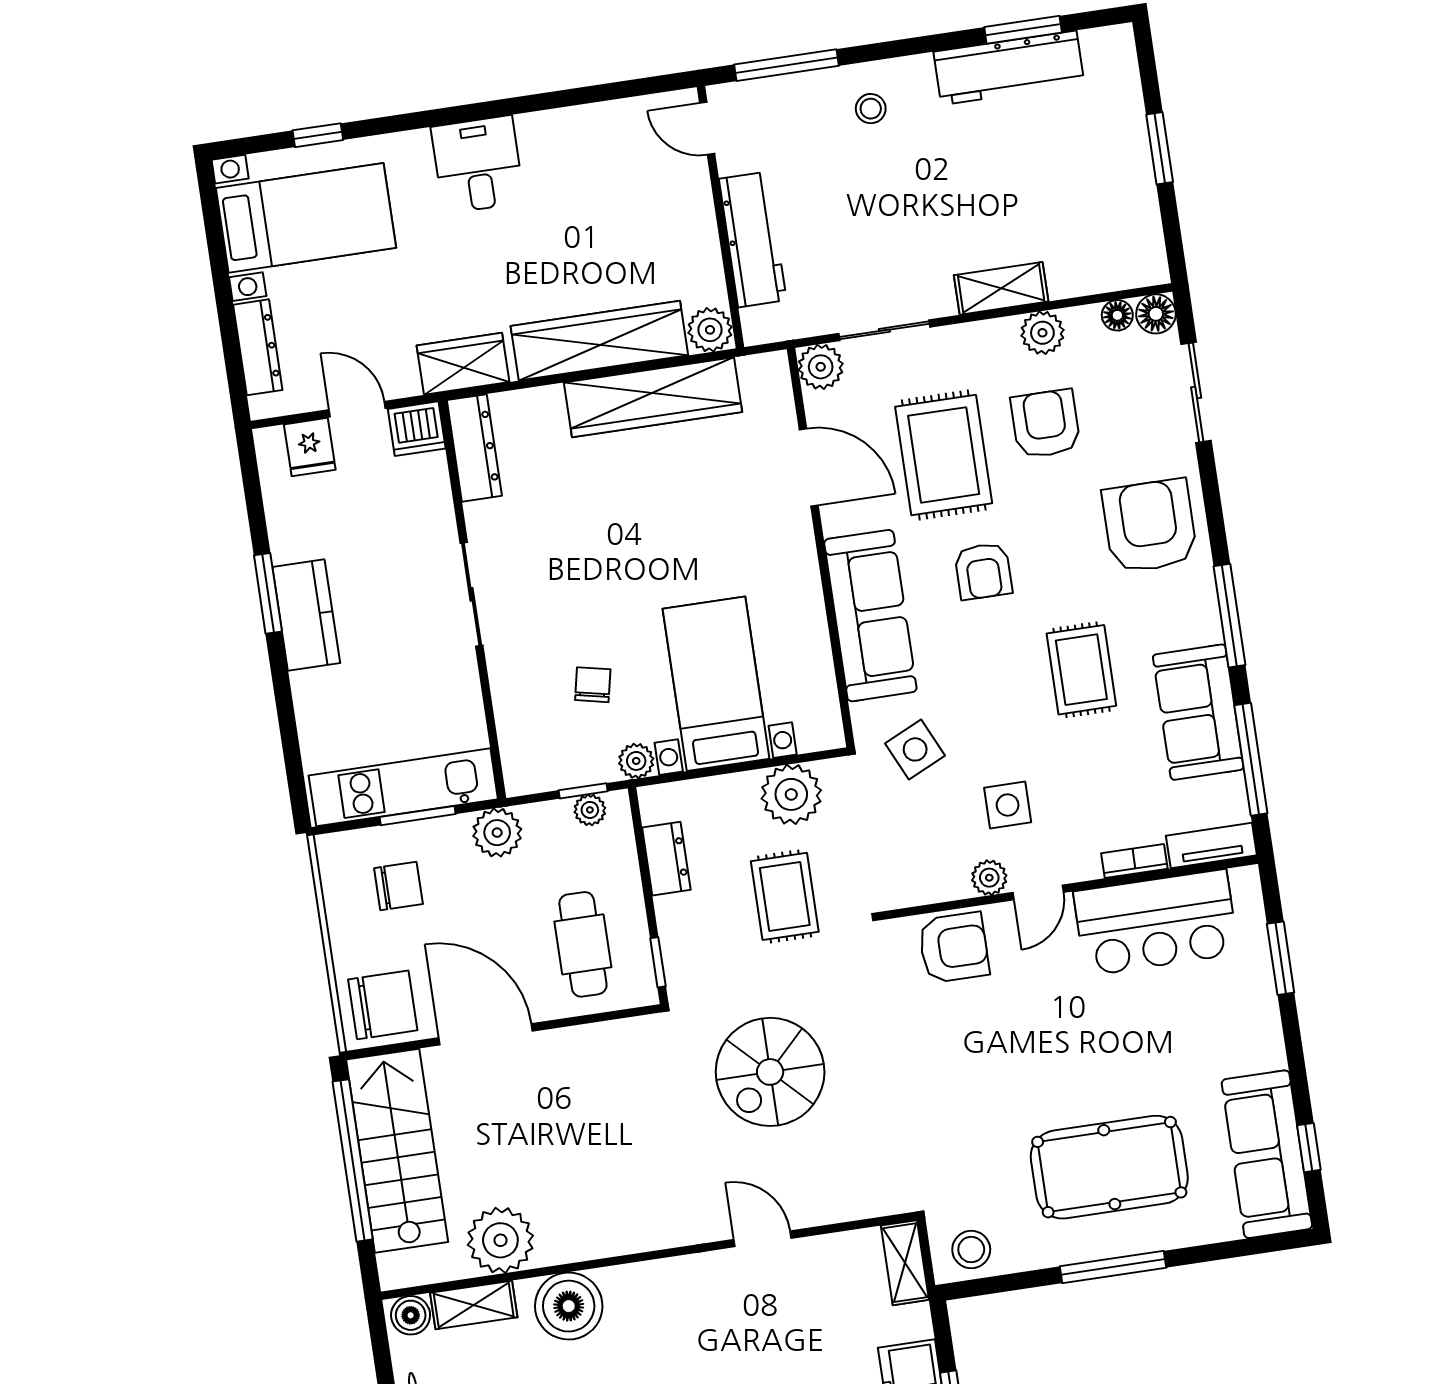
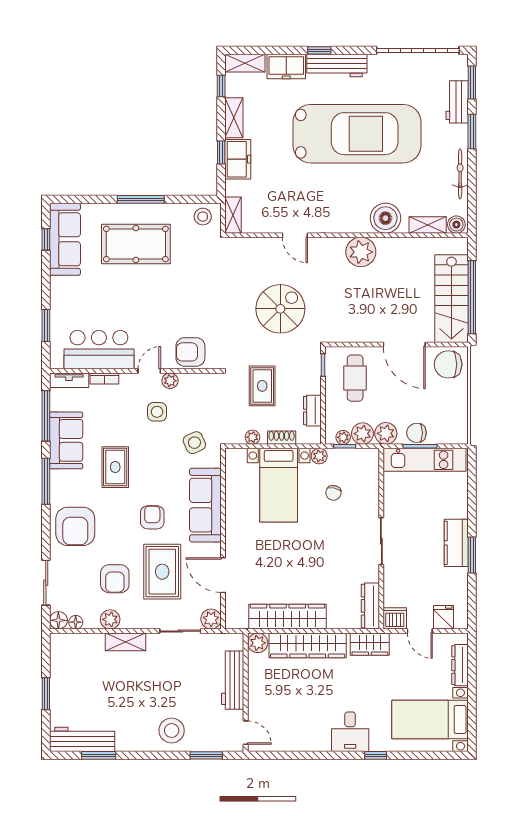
window: (786, 65) -> (206, 755), width x0.69
workbench: (1009, 68) -> (82, 739), moved
stool: (871, 109) -> (172, 731), width x1.89, depth x1.89
window: (318, 135) -> (376, 755), moved
shoe rack: (725, 789) -> (282, 438), added
plant: (791, 794) -> (252, 437), width x0.53, depth x0.53
plant: (548, 825) -> (362, 434), added
chair: (398, 886) -> (416, 433), moved
plant: (500, 1240) -> (361, 252), moved

